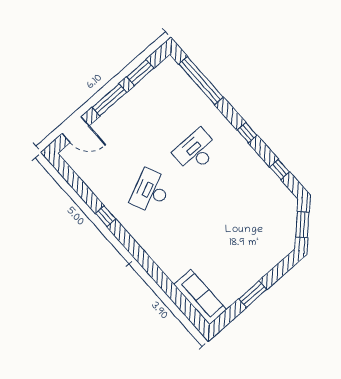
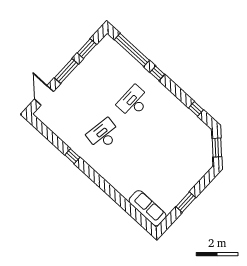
door: (76, 130) -> (44, 95), swing flipped
window: (247, 133) -> (157, 73), moved
desk: (151, 191) -> (104, 135), turned 33

